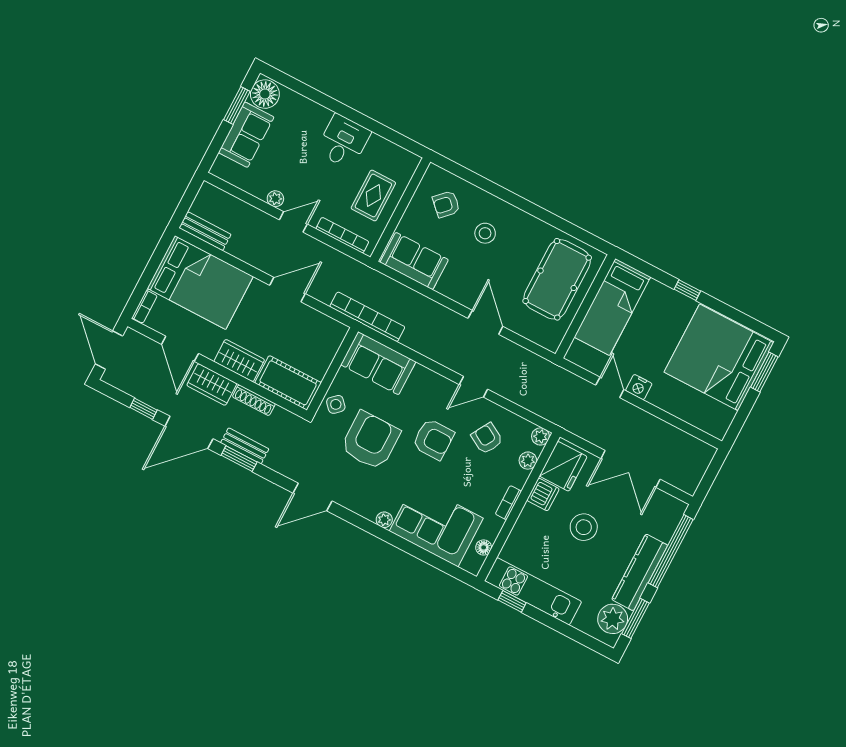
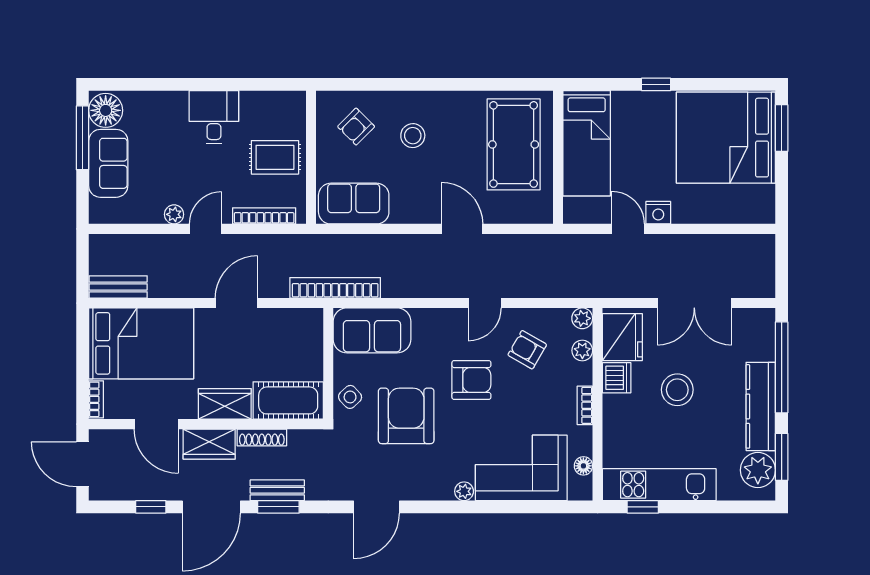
window: (237, 106) -> (82, 138), width x1.44
rug: (373, 196) -> (275, 157), turned 90

